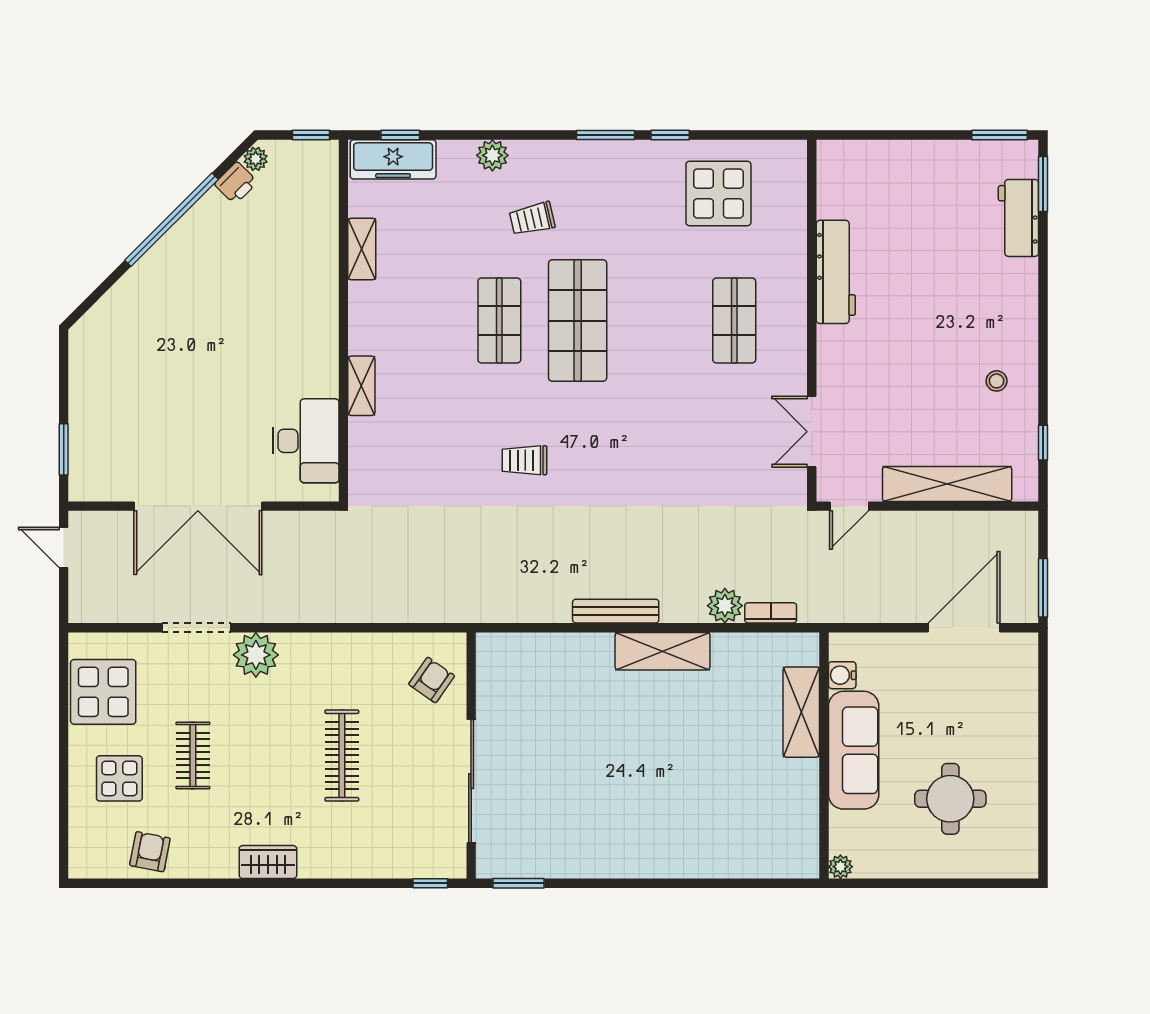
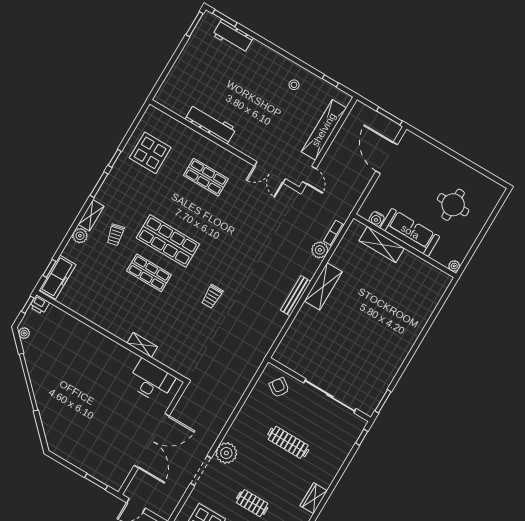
printer: (236, 183) -> (39, 305), moved, turned 135
shelving: (362, 249) -> (91, 215), moved, turned 90

